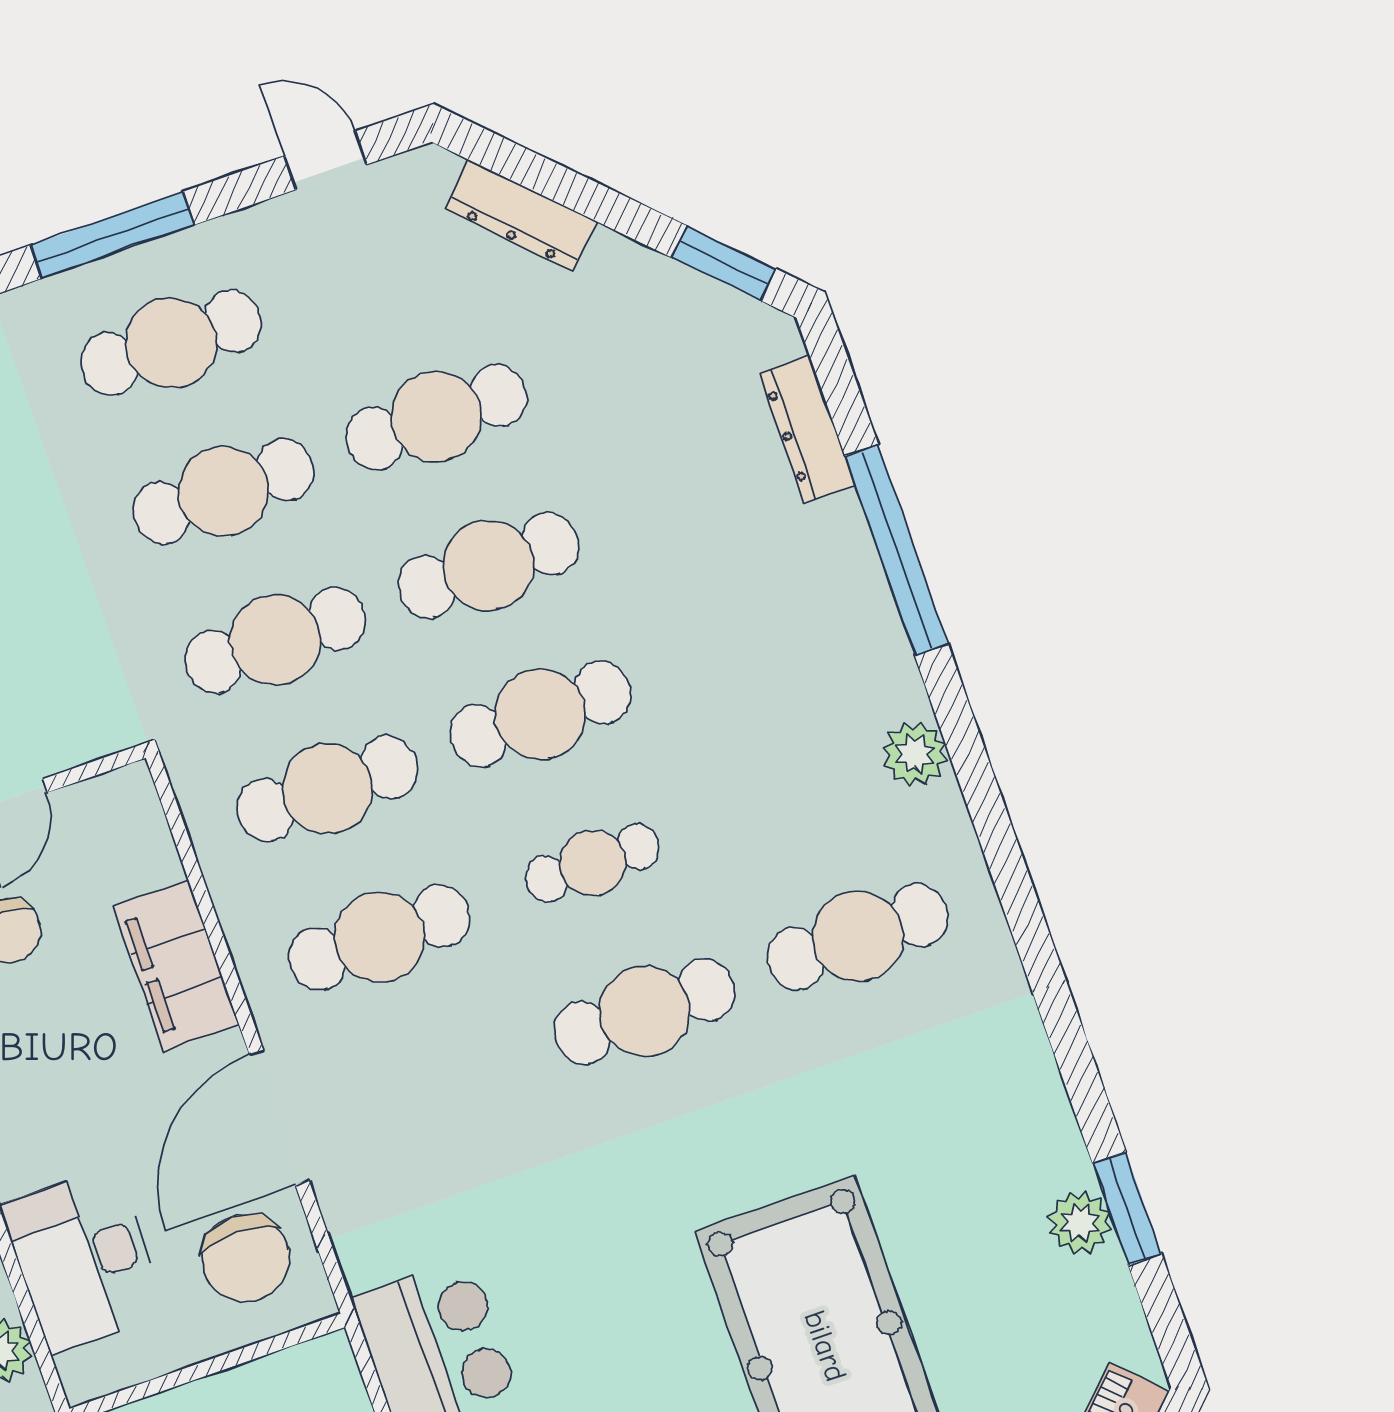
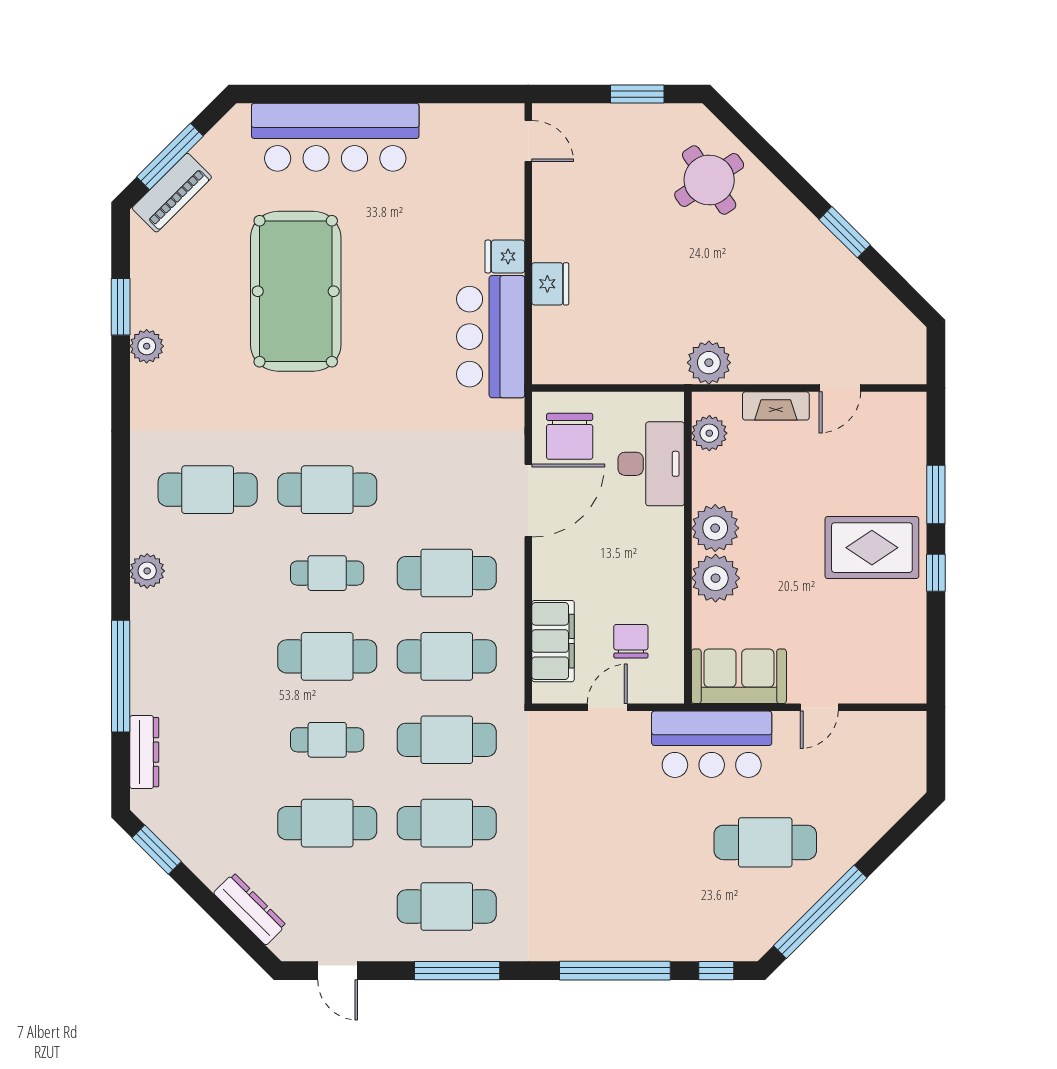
cafe table: (488, 565) -> (327, 740), width x0.73, depth x0.74
filing cabinet: (176, 966) -> (553, 641), moved
plant: (1080, 1223) -> (147, 346), moved
chair: (246, 1258) -> (570, 436), turned 180

